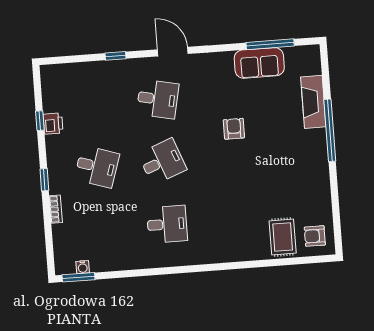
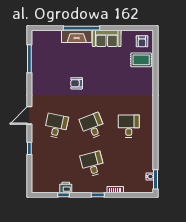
sofa: (259, 63) -> (107, 38), moved, turned 90
fireplace: (313, 102) -> (77, 36), moved
desk: (97, 167) -> (92, 164), turned -33

